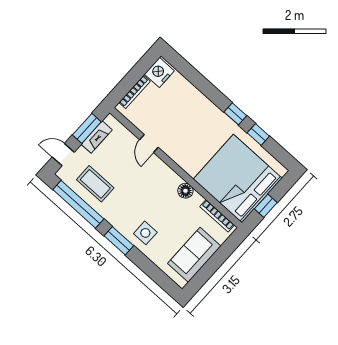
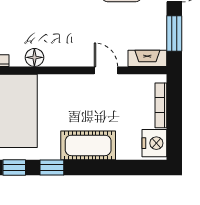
cot: (201, 107) -> (88, 145), added
fireplace: (97, 137) -> (147, 58), moved, turned 90

